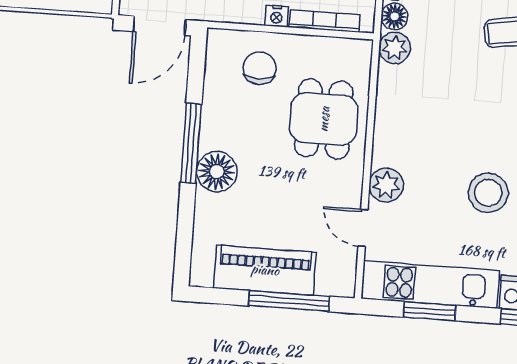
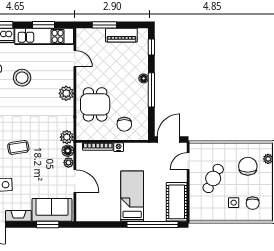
floor lamp: (217, 172) -> (144, 78), width x0.53, depth x0.53
plant: (386, 185) -> (66, 93), moved
window: (184, 242) -> (151, 47), added
piano: (265, 270) -> (121, 35), width x0.73, depth x0.75
window: (289, 301) -> (104, 25), width x0.69

